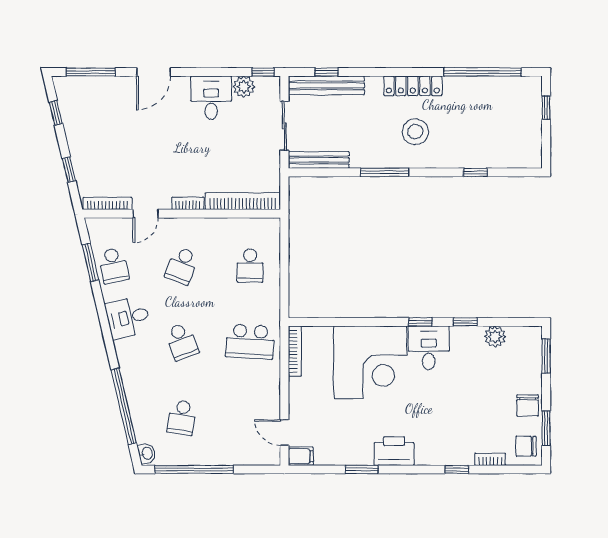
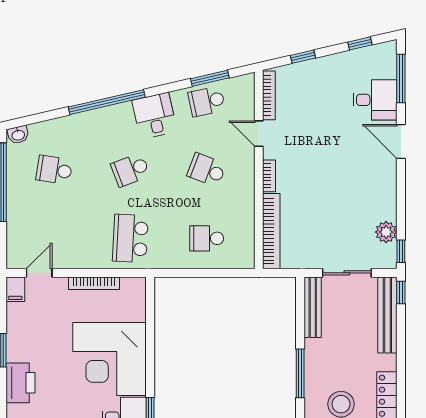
window: (326, 72) -> (401, 292), moved
desk: (211, 98) -> (375, 100), moved
bookcase: (295, 351) -> (94, 283), moved
window: (124, 406) -> (107, 102), moved

